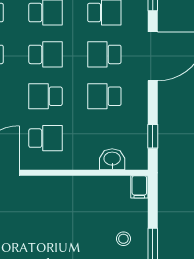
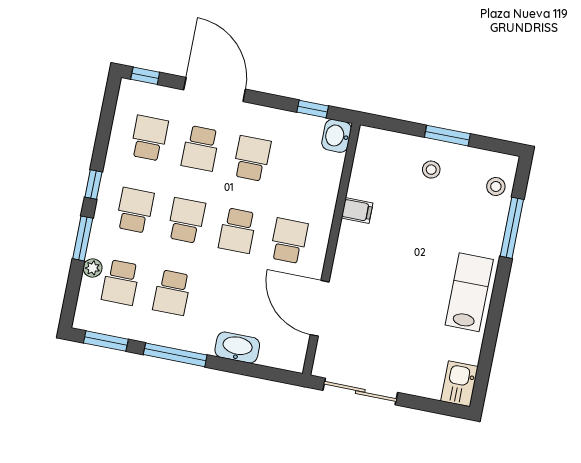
school desk: (104, 96) -> (252, 158), turned 180
washbasin: (112, 159) -> (337, 136), moved
filing cabinet: (139, 187) -> (357, 210), moved

